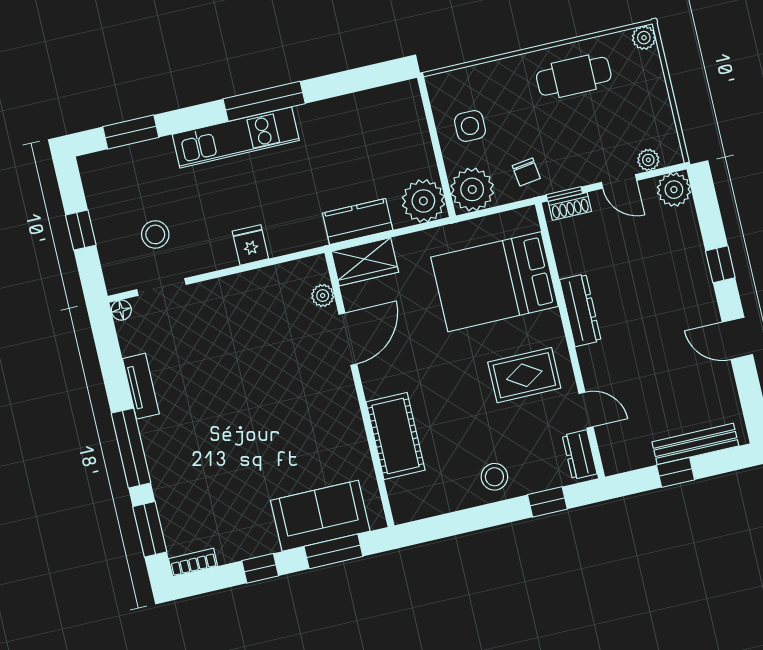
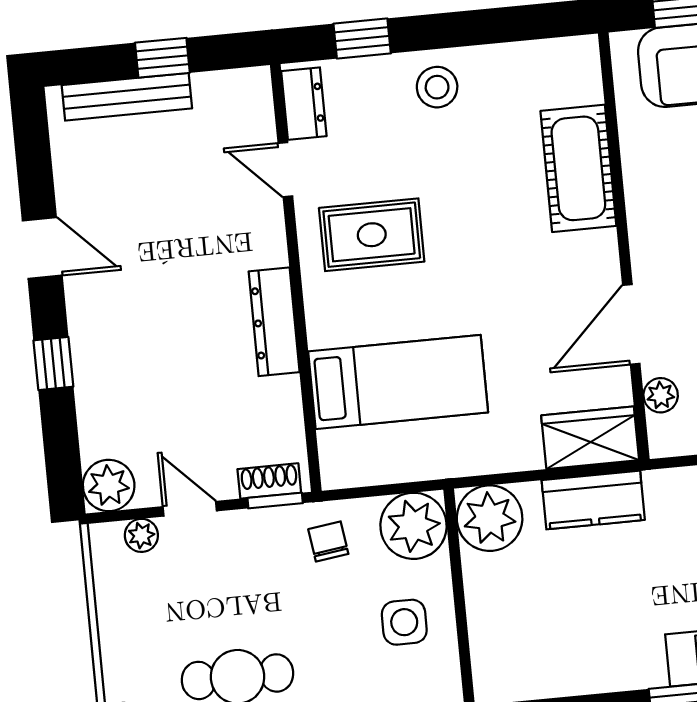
bed: (495, 282) -> (398, 382), width x0.67

